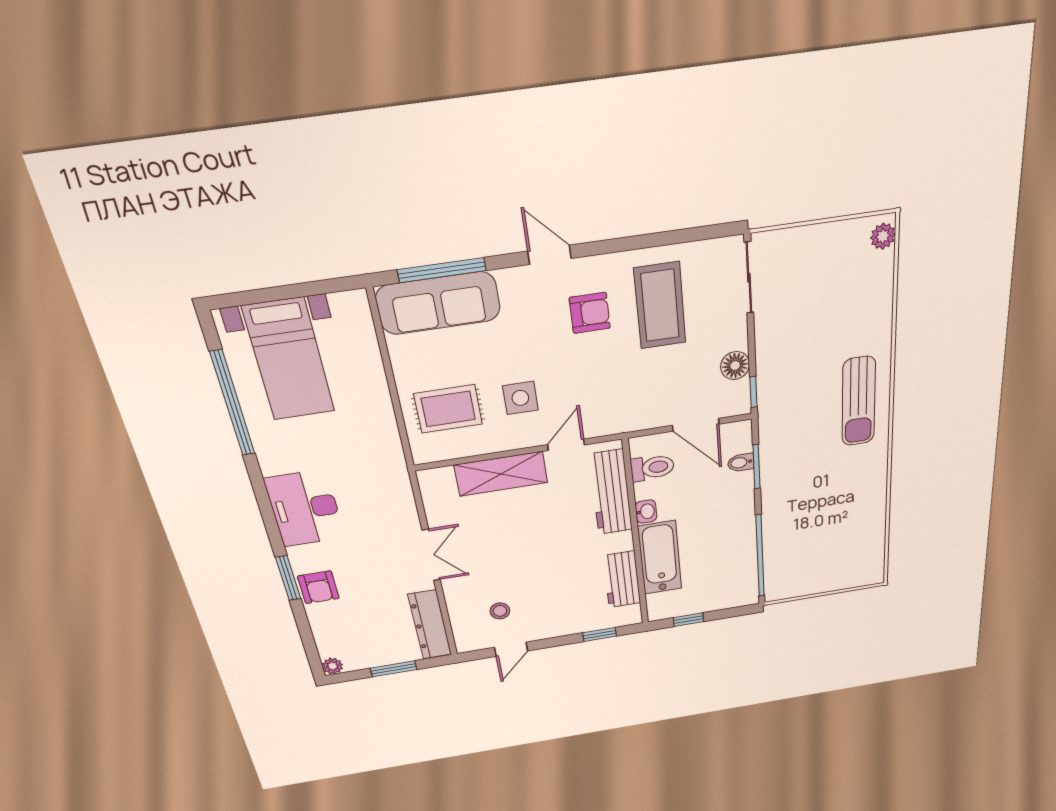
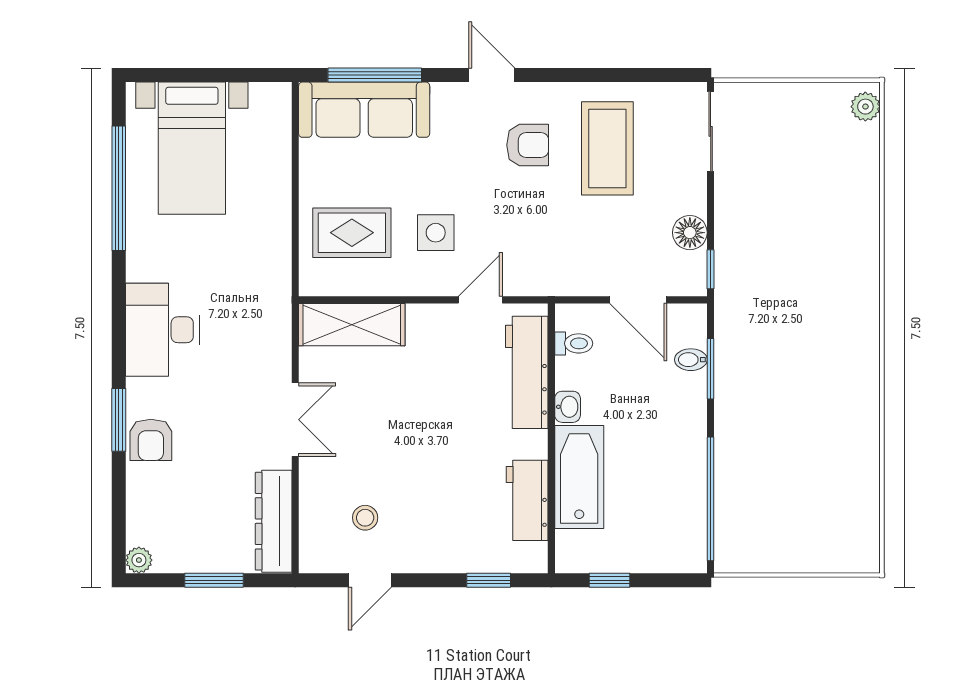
sun lounger: (859, 401) -> (840, 302), removed
toilet: (652, 468) -> (574, 343), width x0.73, depth x0.72
shelving: (501, 474) -> (352, 325), moved

